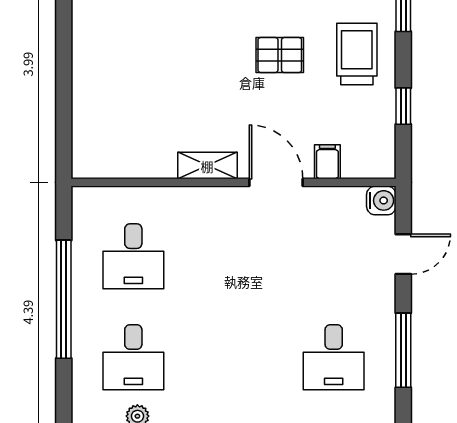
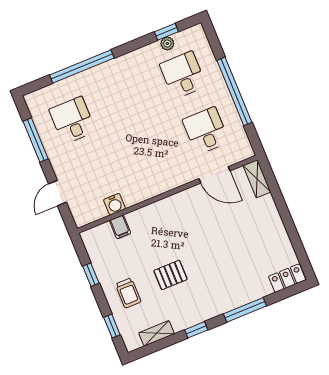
trolley: (357, 54) -> (128, 293), width x0.73, depth x0.72
shelving: (207, 166) -> (257, 179), moved, turned 90
door: (276, 182) -> (214, 175), moved
water cooler: (381, 200) -> (115, 204), moved, turned -90

